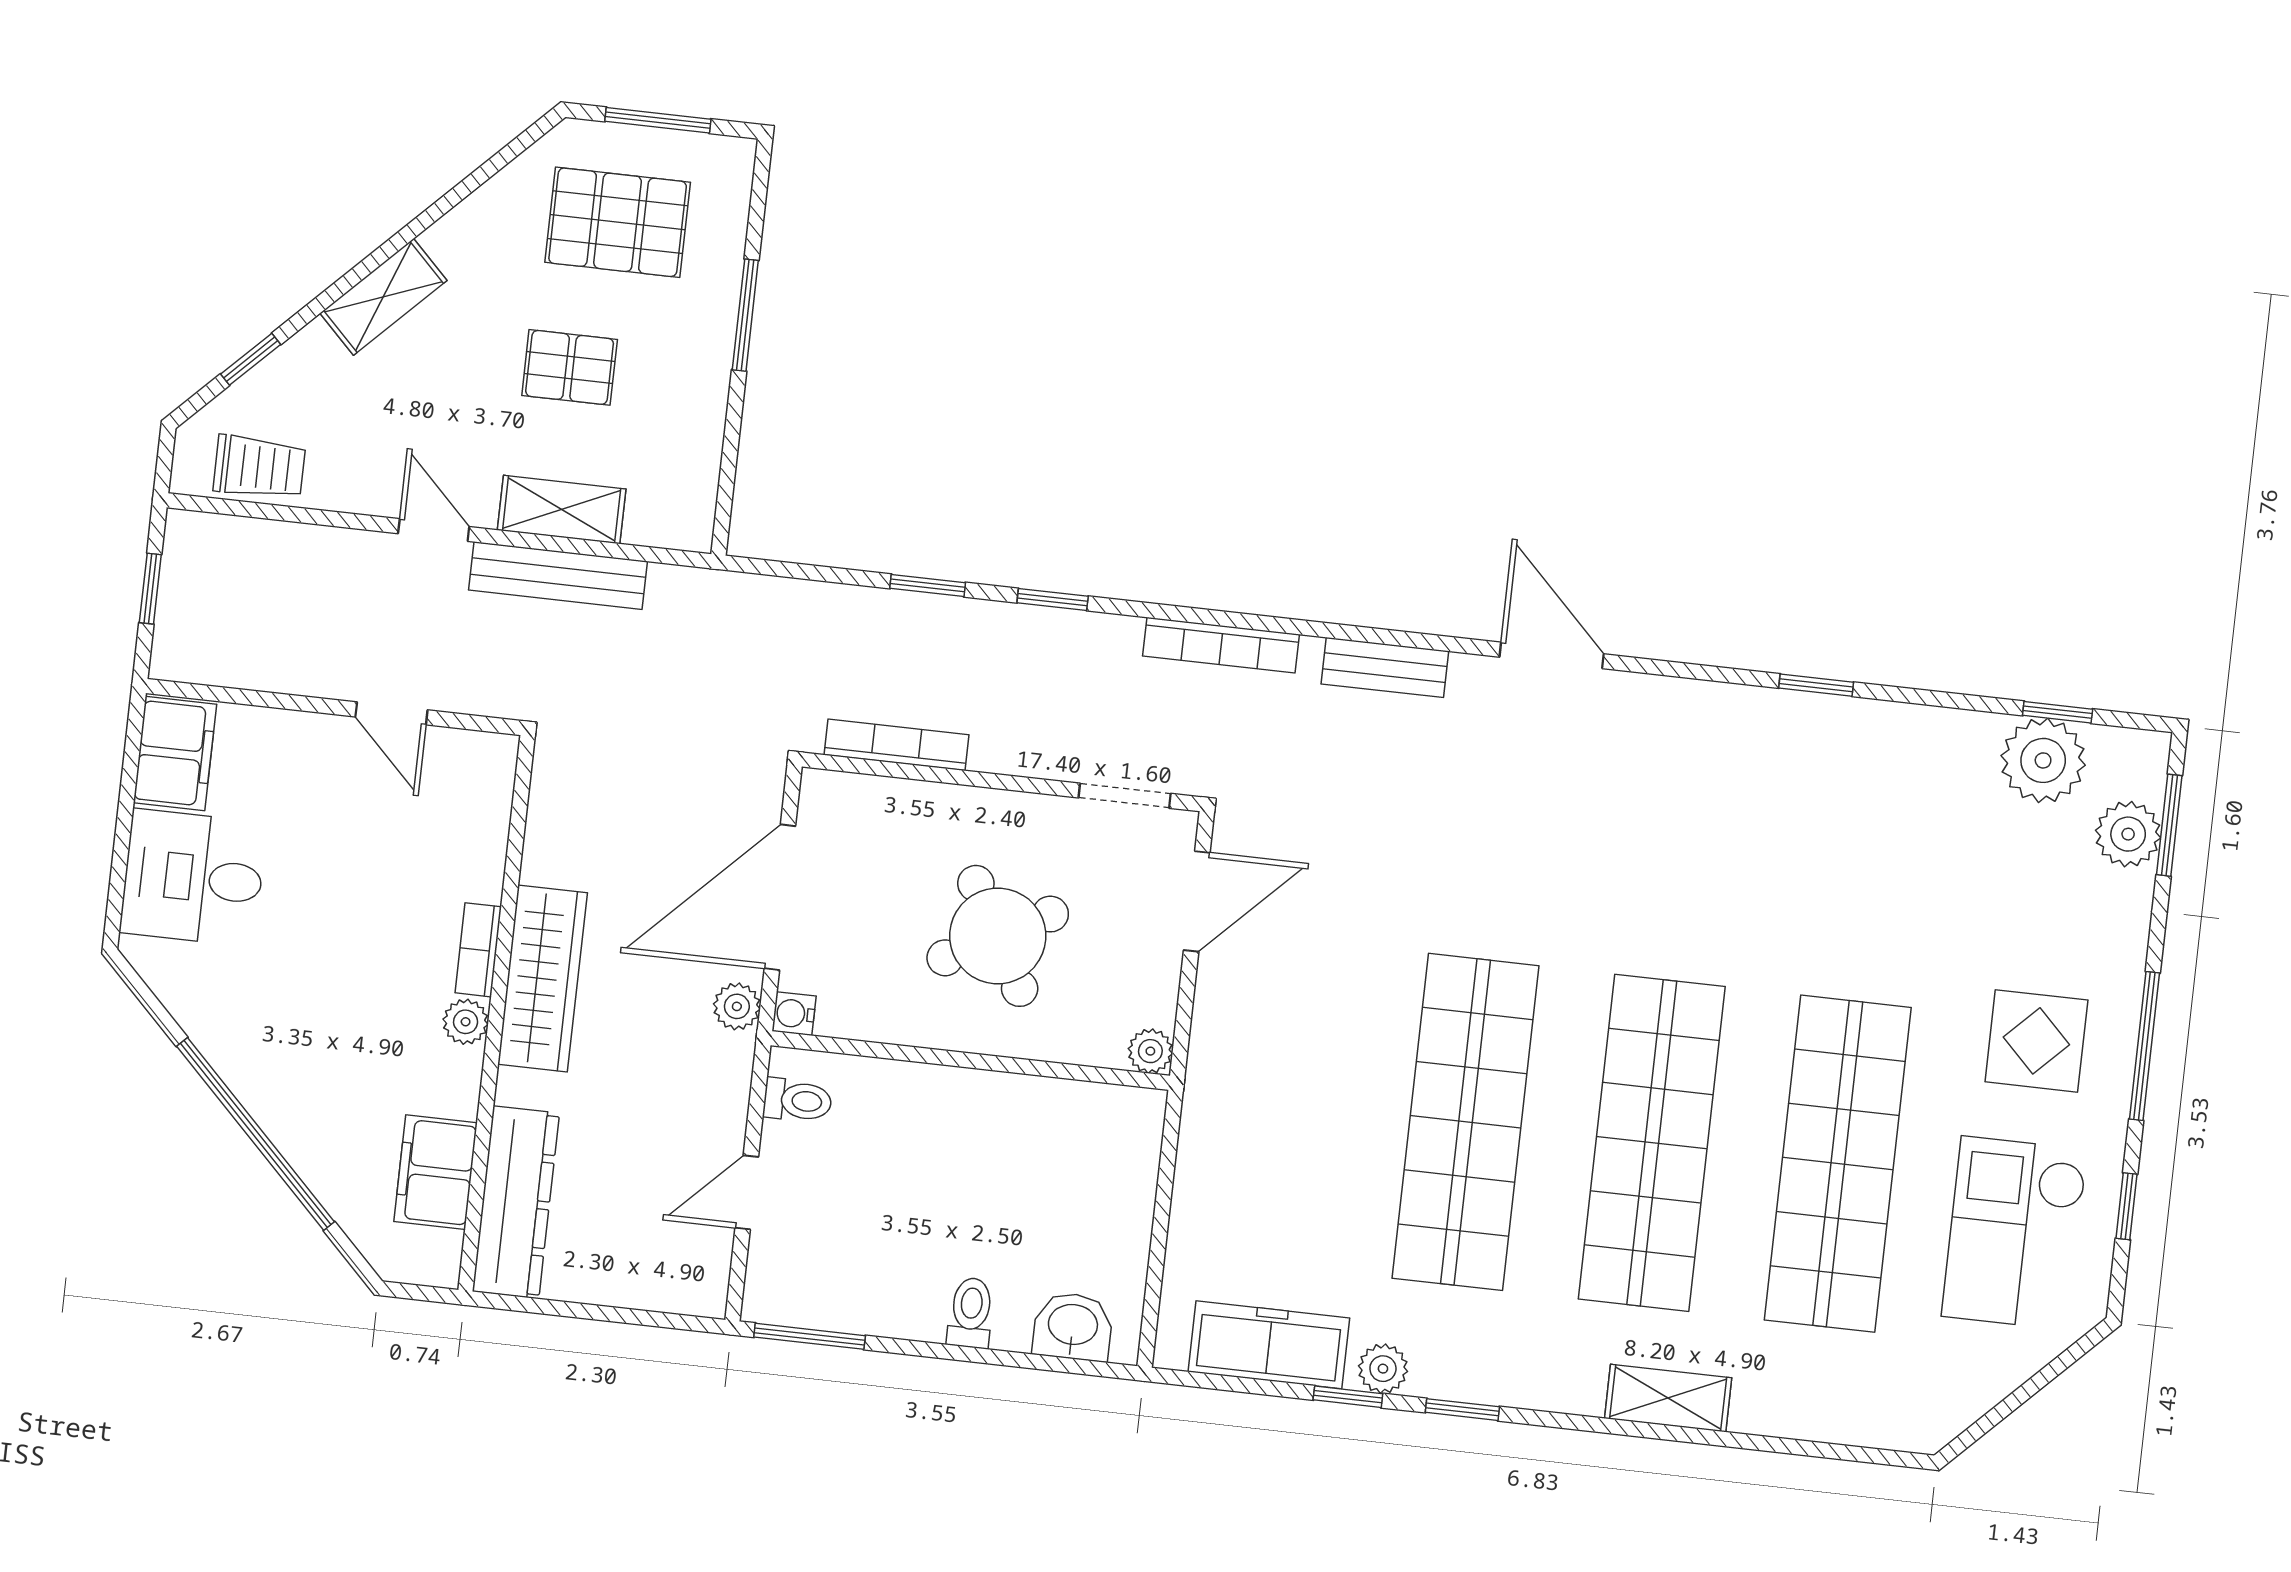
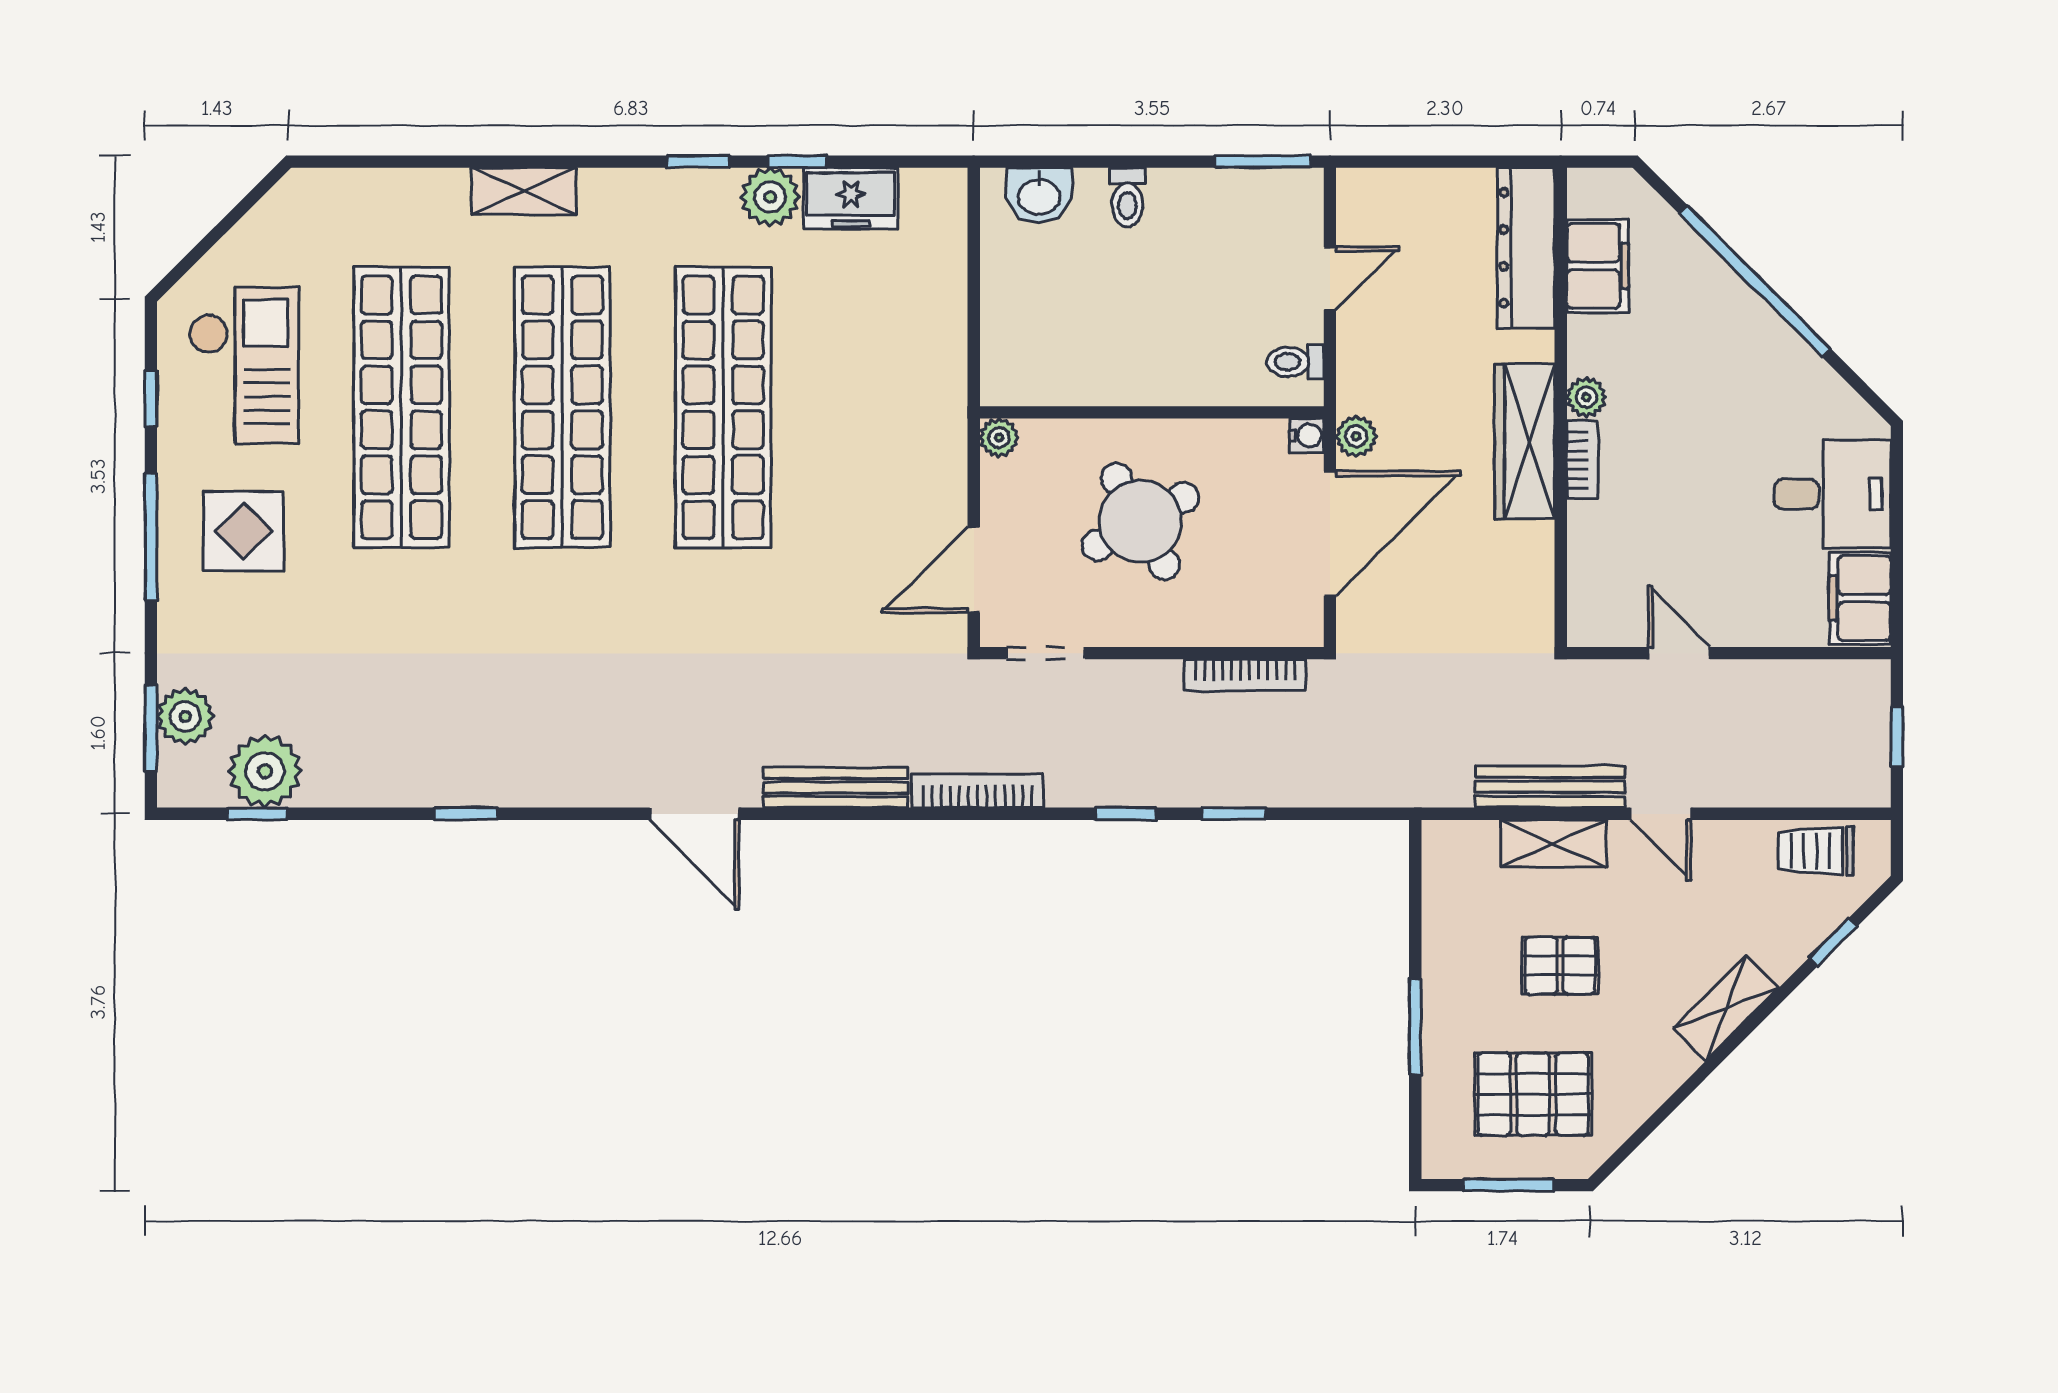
bench: (1385, 667) -> (836, 788), width x1.36
freezer: (1269, 1345) -> (851, 198), width x0.71
plant: (1383, 1369) -> (770, 197), width x1.38, depth x1.38

